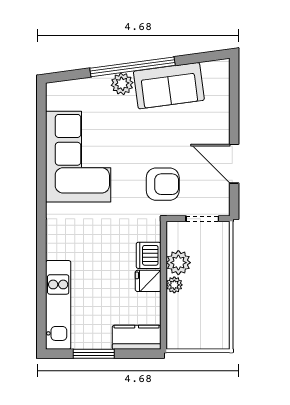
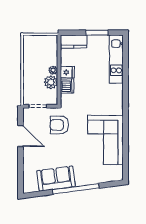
plant: (122, 84) -> (81, 180), removed

